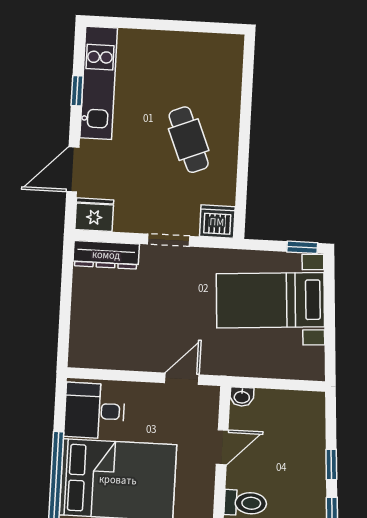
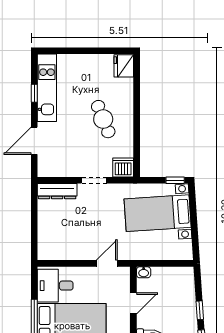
fridge: (94, 215) -> (124, 66), moved, turned -90

